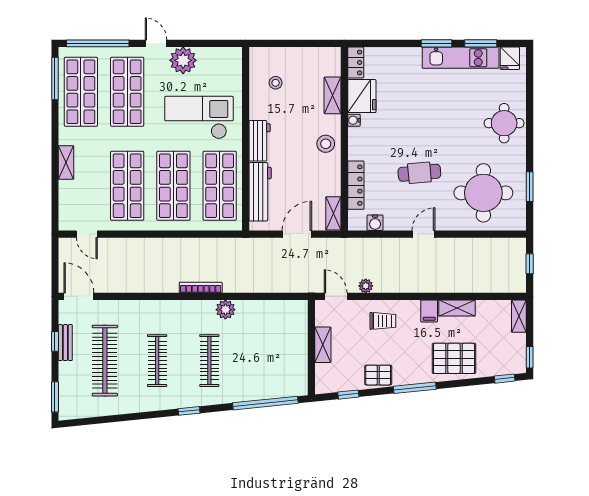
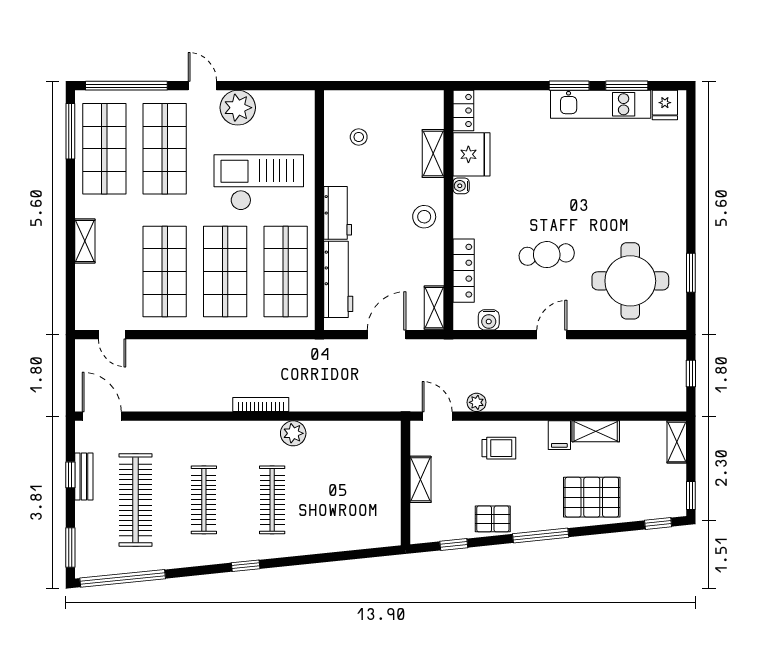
round table: (504, 123) -> (657, 190), removed
window: (265, 403) -> (123, 578), moved

